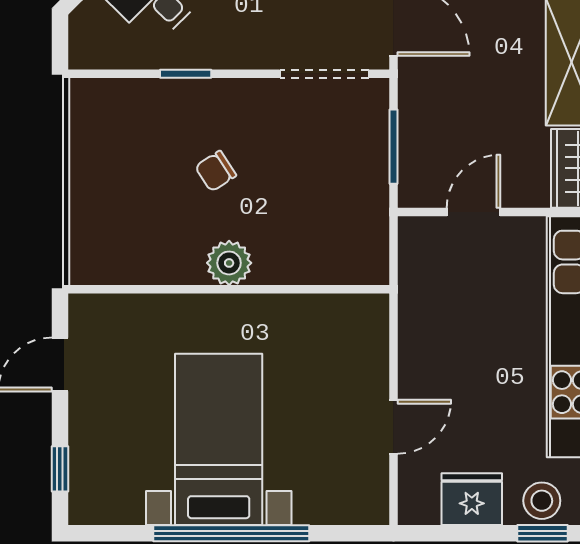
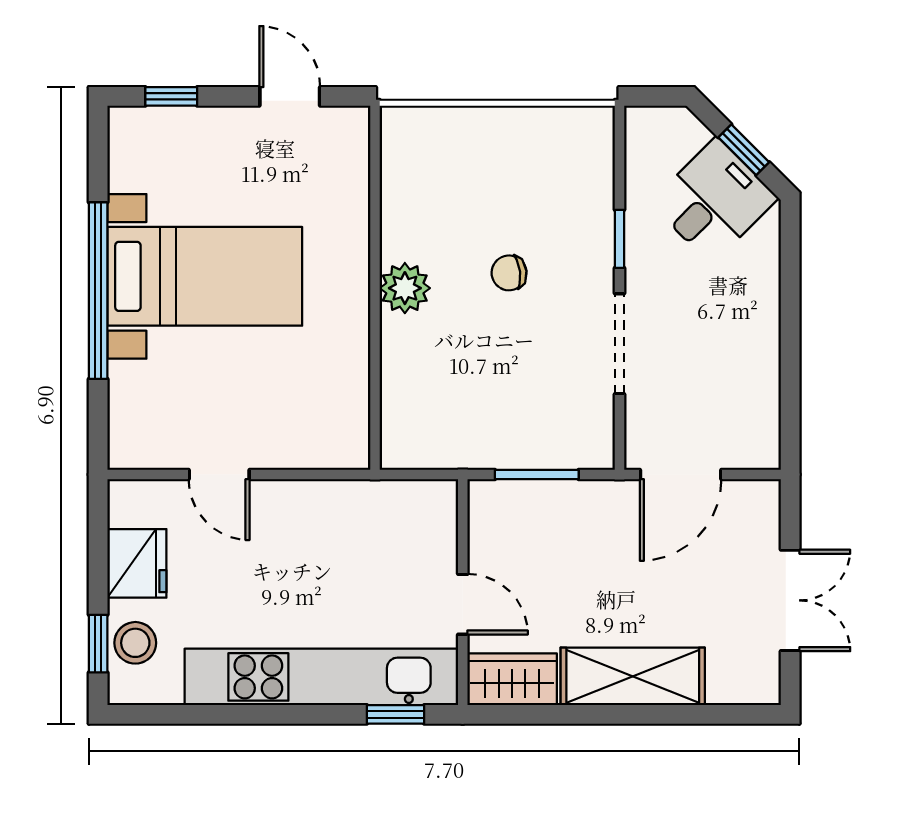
doorway: (324, 74) -> (619, 344), moved
chair: (216, 171) -> (509, 273), turned -64
door: (473, 212) -> (463, 604), moved

